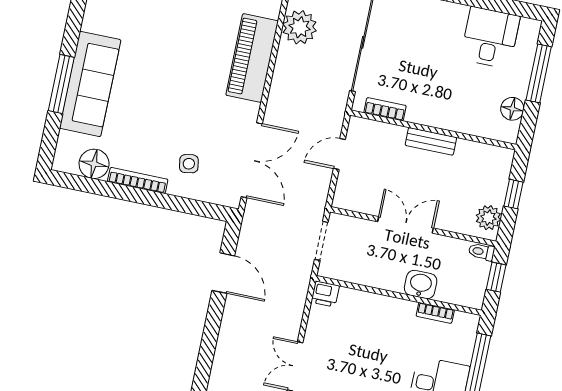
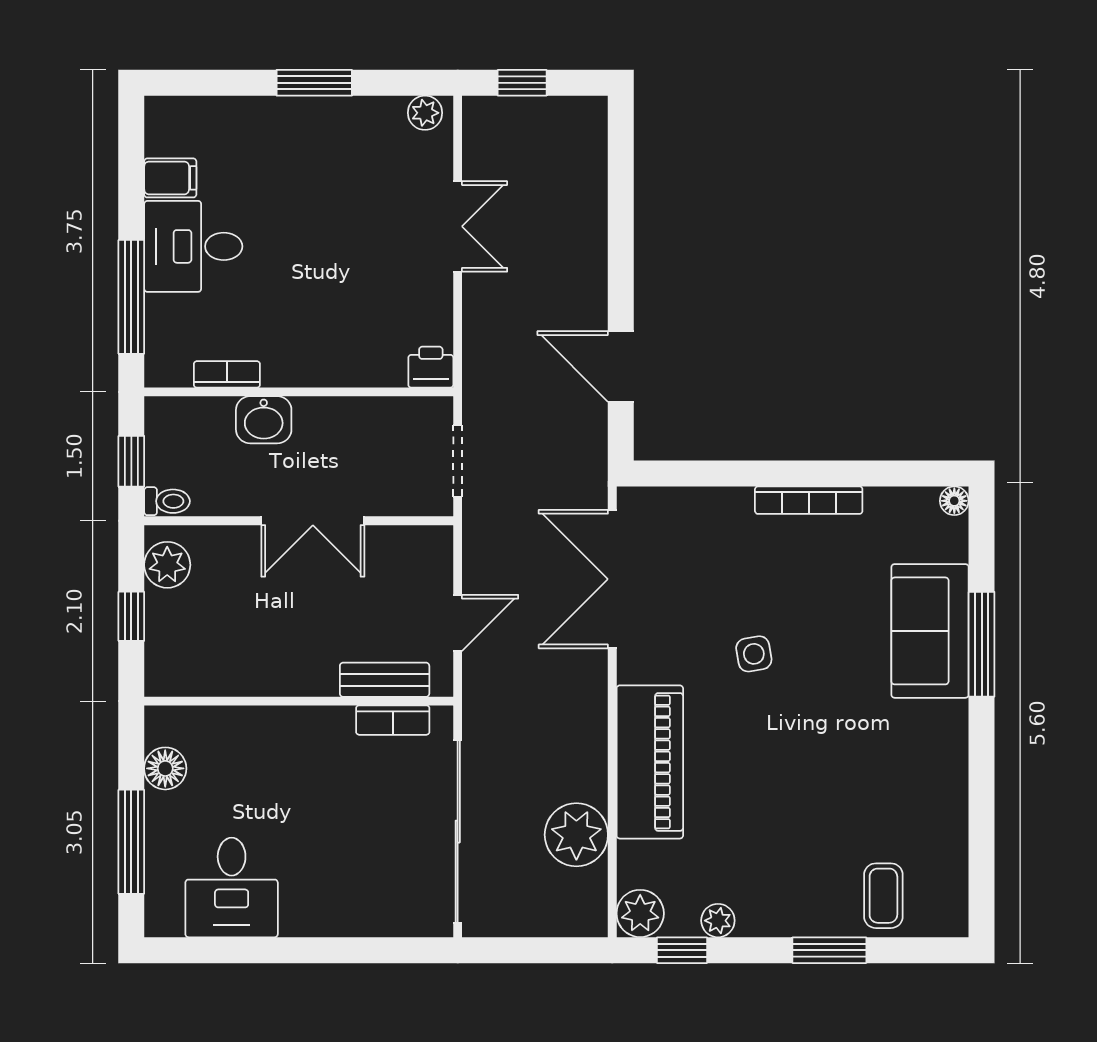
sofa: (90, 84) -> (930, 631), width x0.73
bench: (431, 141) -> (385, 680), moved
floor lamp: (94, 164) -> (954, 501), moved, width x0.53, depth x0.53
side table: (189, 164) -> (754, 654), moved

